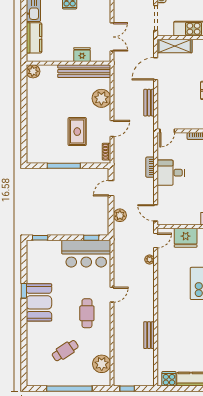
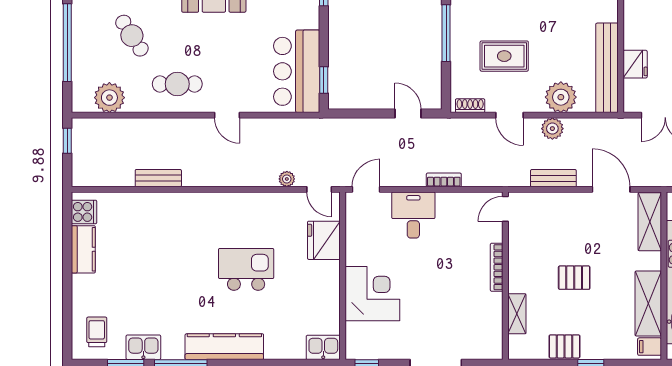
door: (167, 131) -> (505, 209), hinge flipped
desk: (171, 173) -> (413, 215), moved
plant: (120, 215) -> (552, 129), moved
cafe table: (87, 313) -> (177, 84), moved

